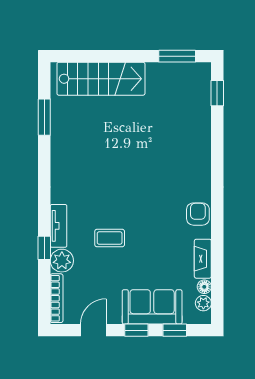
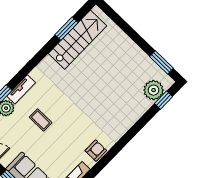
stairs: (101, 79) -> (77, 40), moved, turned -90
plant: (197, 93) -> (154, 90), added

